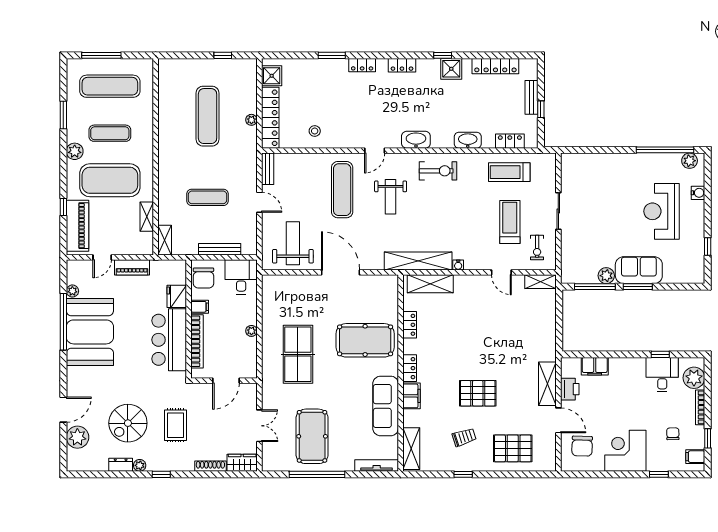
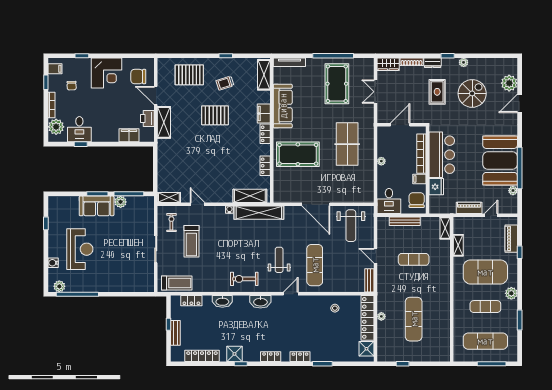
treadmill: (509, 172) -> (177, 283), moved
piano: (77, 226) -> (511, 239), width x0.73, depth x0.75
chair: (582, 446) -> (138, 77), turned -92
dresser: (121, 465) -> (433, 63), moved

